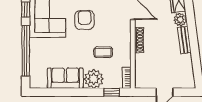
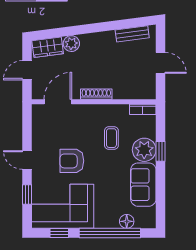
bench: (184, 40) -> (132, 34), moved
floor lamp: (35, 65) -> (127, 221), added
window: (112, 92) -> (161, 151), moved

